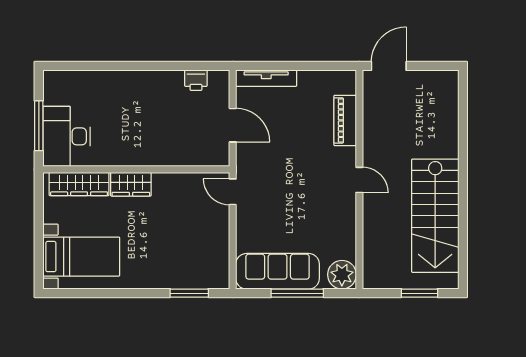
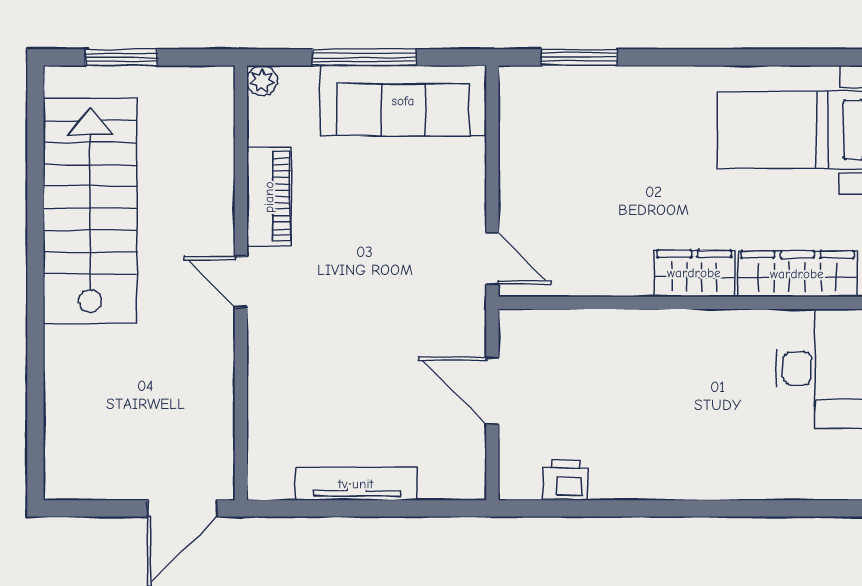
tv unit: (266, 78) -> (356, 484), moved
piano: (345, 120) -> (269, 197), moved
plant: (342, 275) -> (262, 80), width x0.53, depth x0.53

